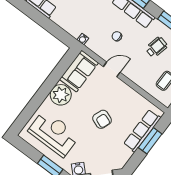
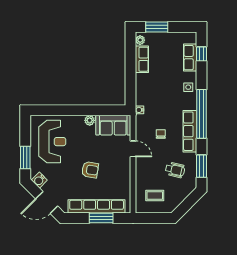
plant: (61, 95) -> (90, 120), width x0.53, depth x0.53
armchair: (102, 119) -> (90, 170), turned -102
row of seats: (142, 131) -> (97, 206), width x1.36

